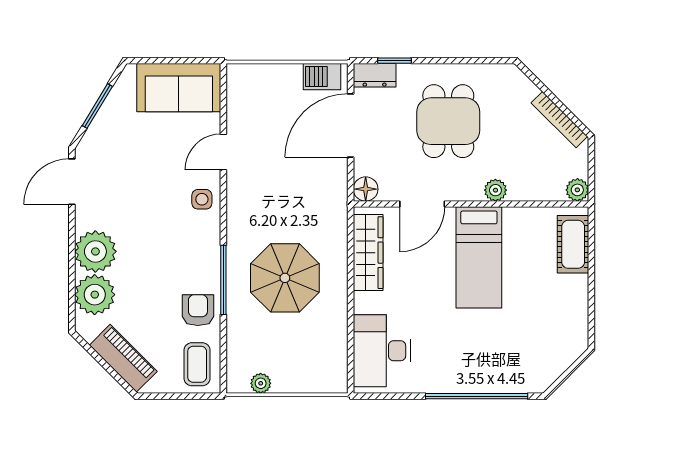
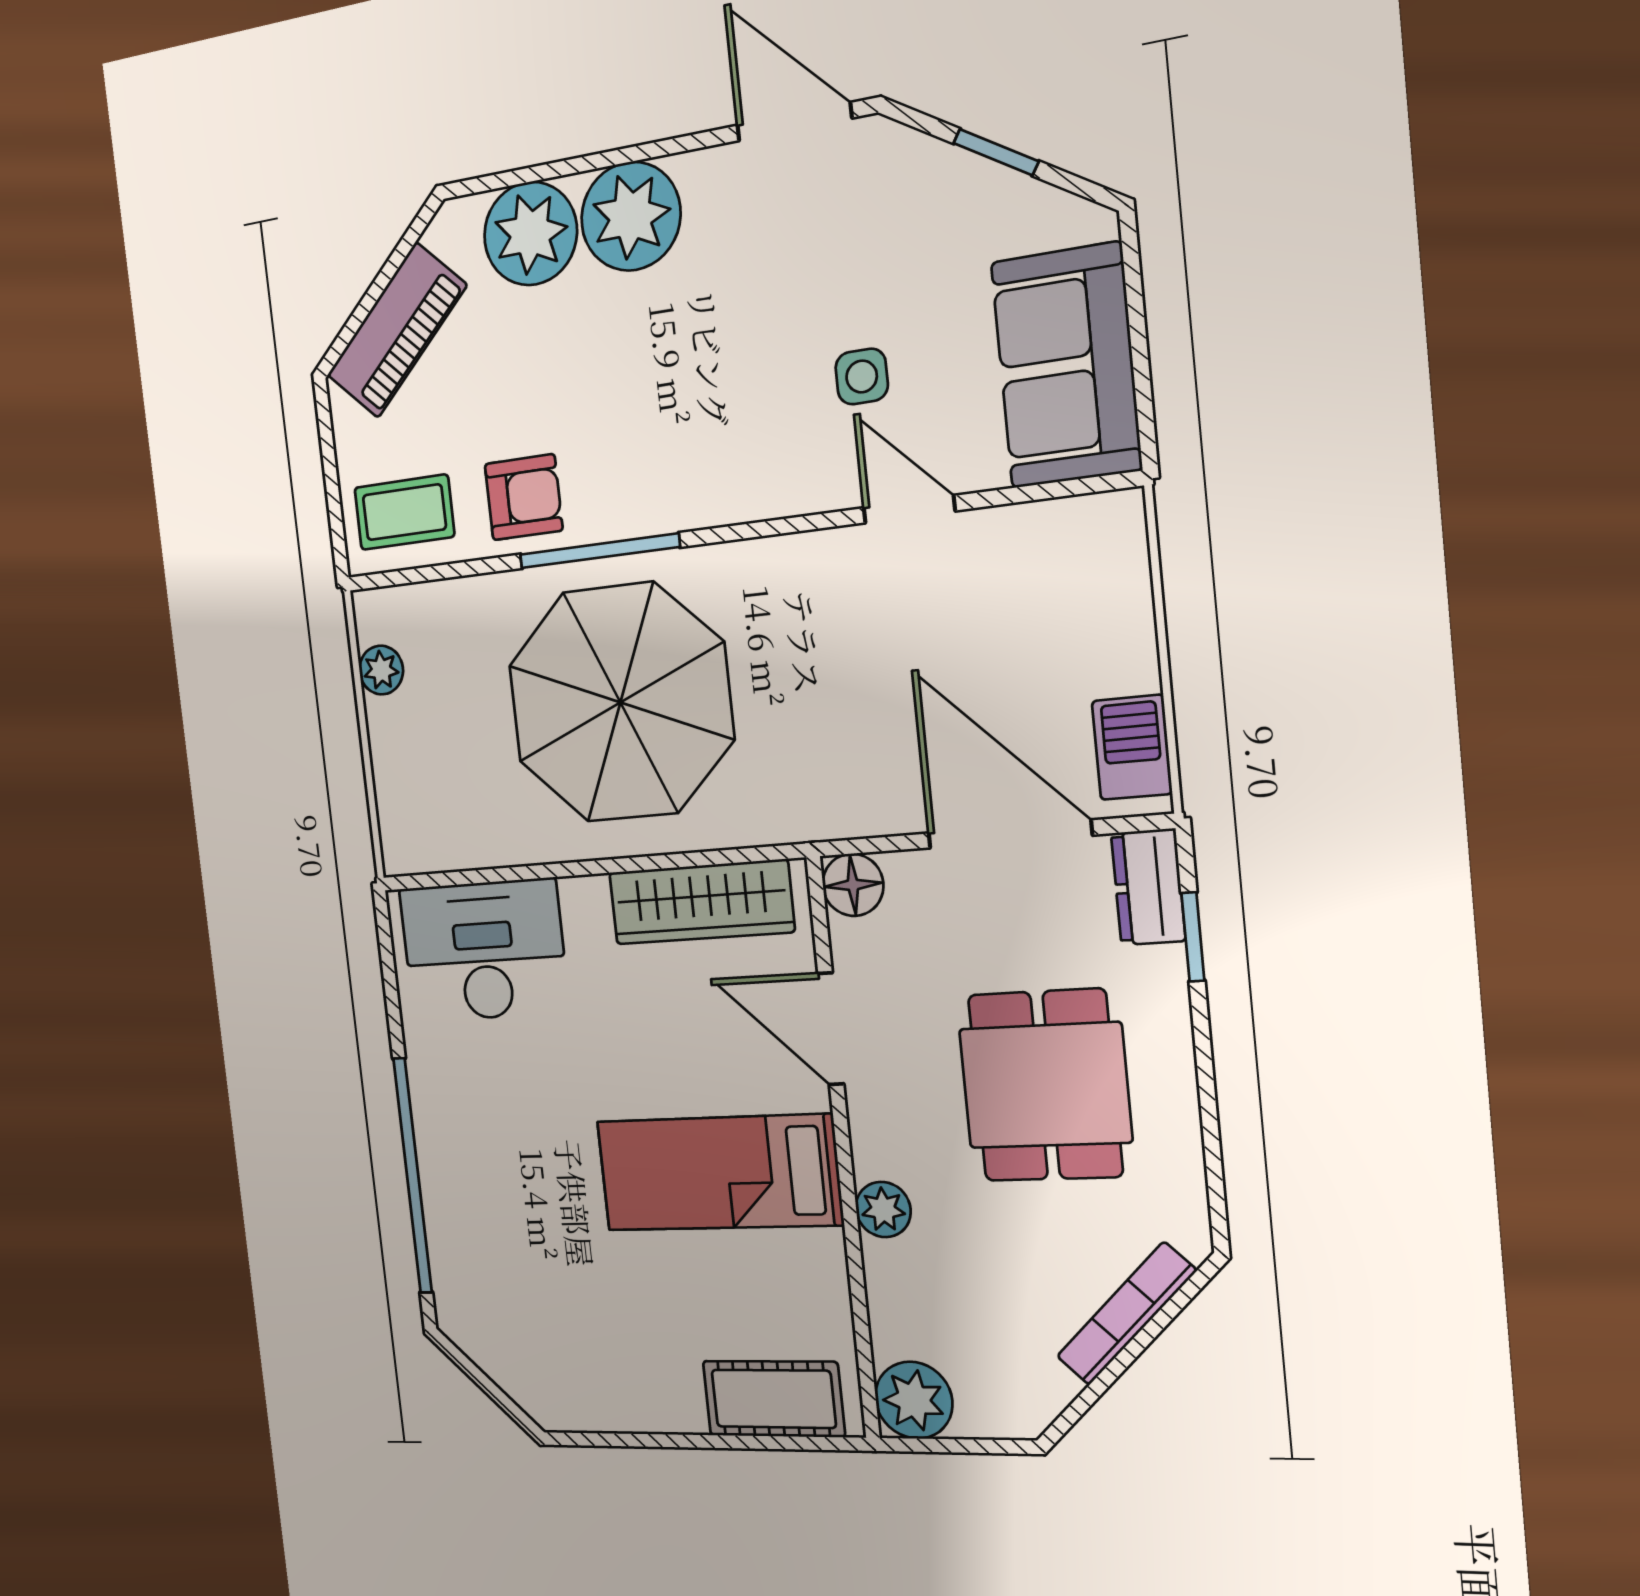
window: (97, 106) -> (996, 152), width x0.67
bookcase: (559, 120) -> (1126, 1314), moved
dining table: (448, 121) -> (1045, 1085), turned 90
plant: (577, 190) -> (914, 1400), width x1.38, depth x1.38
side table: (202, 199) -> (862, 376), moved
parasol: (285, 278) -> (620, 702), width x1.36, depth x1.36

